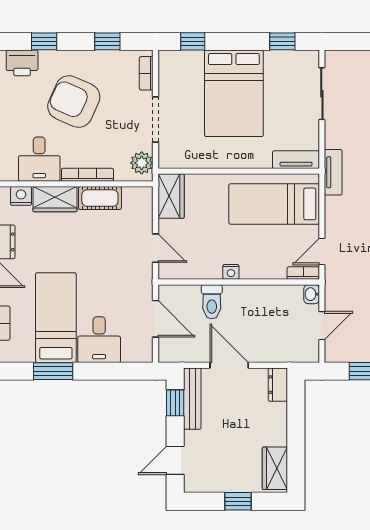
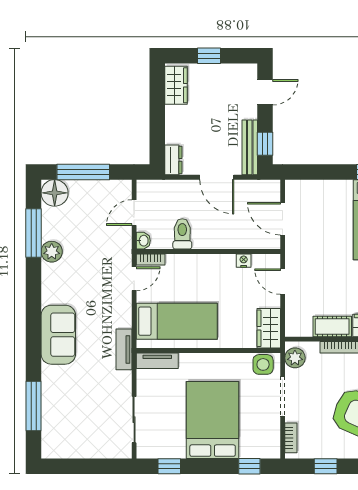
side table: (177, 155) -> (263, 364), added
nightstand: (231, 272) -> (244, 261), moved
toilet: (212, 302) -> (182, 234), moved
desk: (99, 340) -> (333, 200), removed

